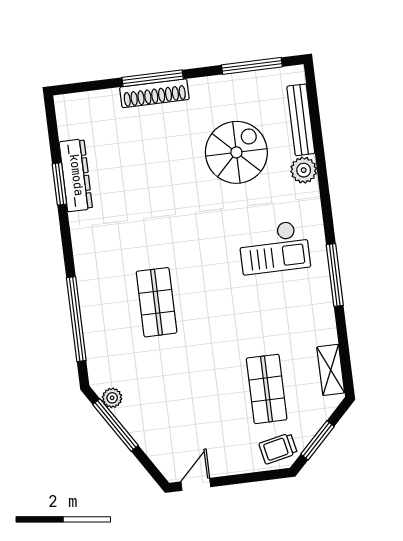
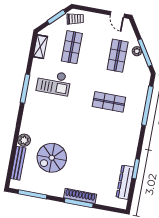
dresser: (76, 175) -> (125, 182), moved
checkout: (274, 247) -> (54, 82), moved, turned 180
shop shelf: (157, 302) -> (109, 102), turned 90
plant: (112, 398) -> (137, 51), moved
shop shelf: (169, 401) -> (118, 56), added
door: (196, 484) -> (117, 14), hinge flipped

